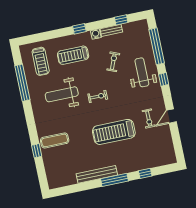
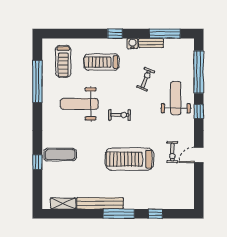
window: (121, 20) -> (165, 34), width x2.17
shelving: (66, 181) -> (63, 203), added

